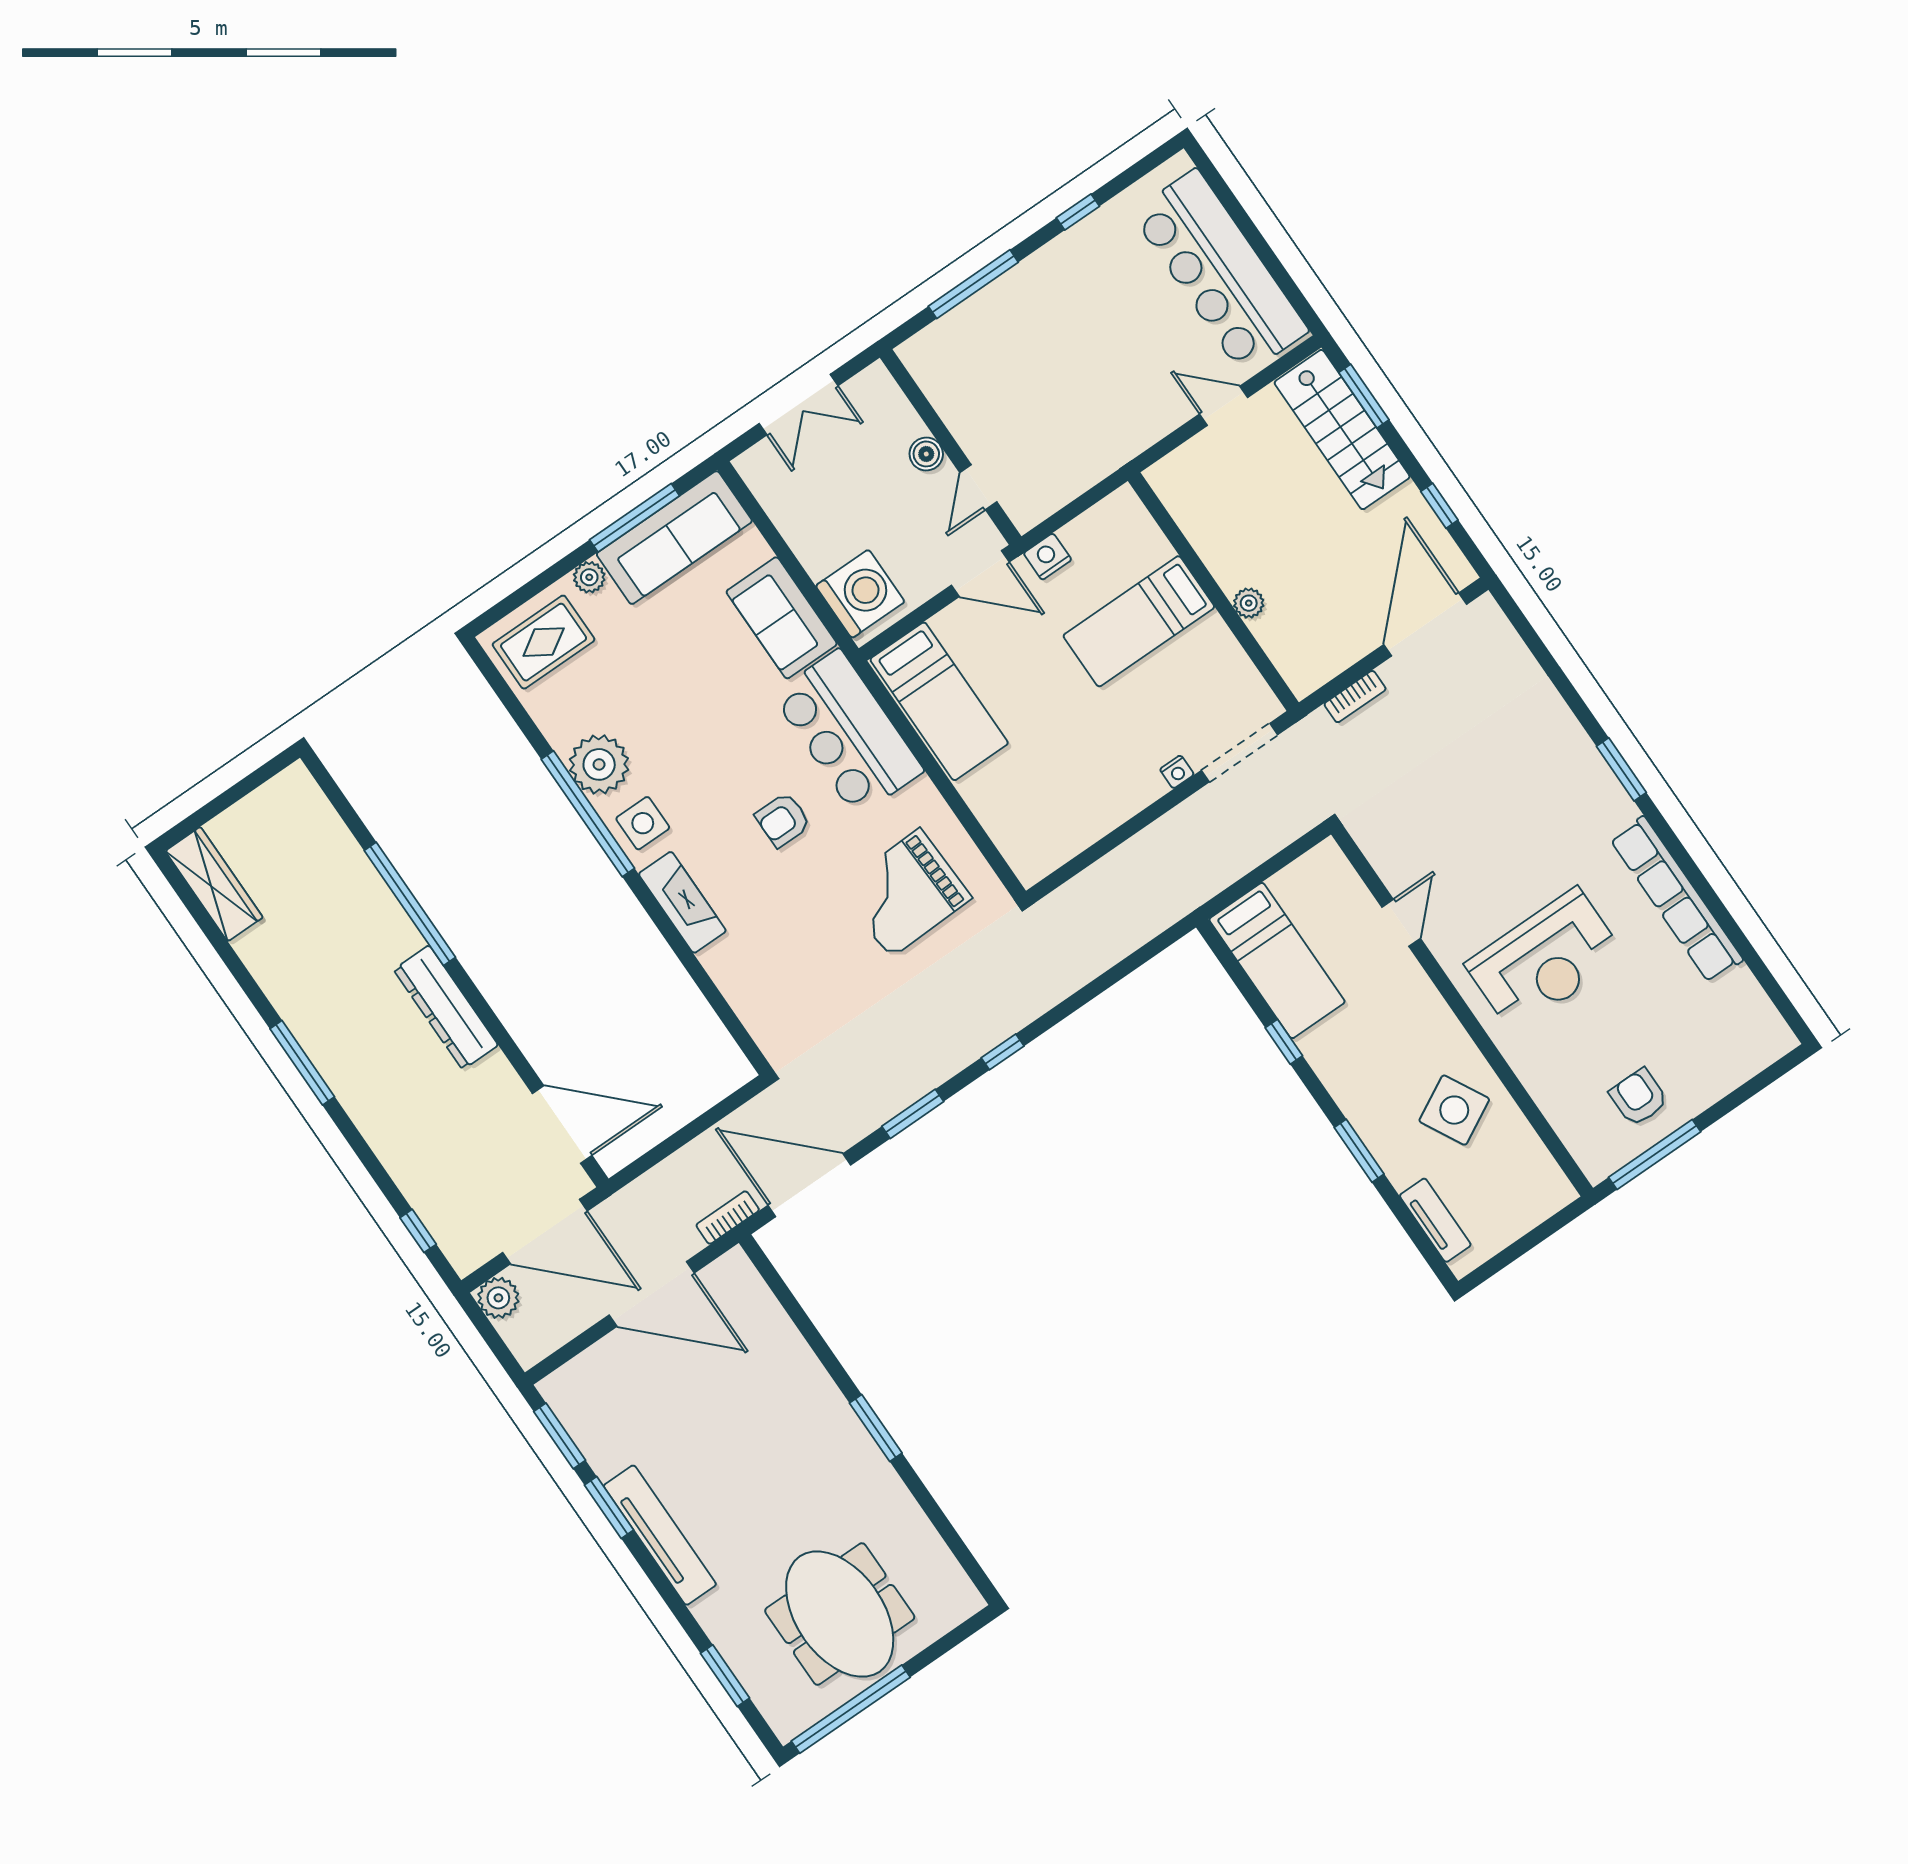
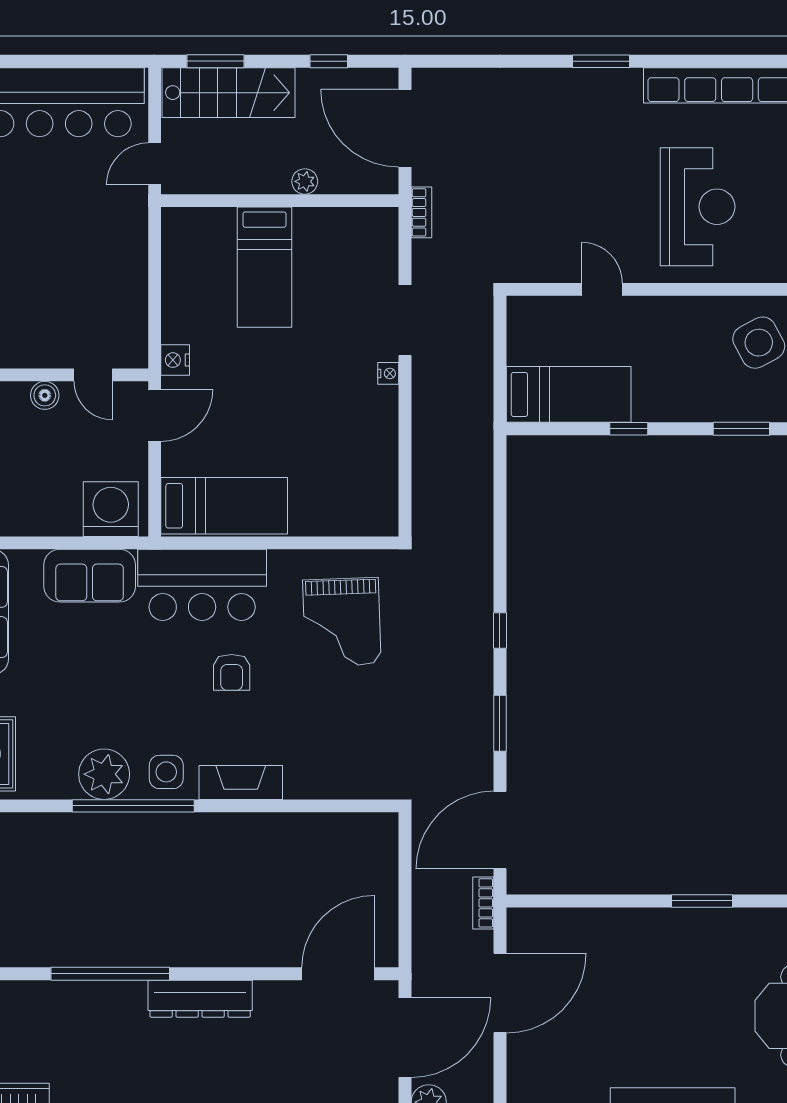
wall: (1213, 592) -> (280, 201), moved
plant: (1249, 603) -> (305, 181), moved
bed: (1139, 621) -> (264, 267), moved

